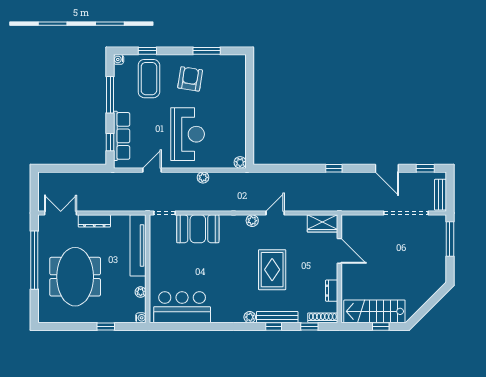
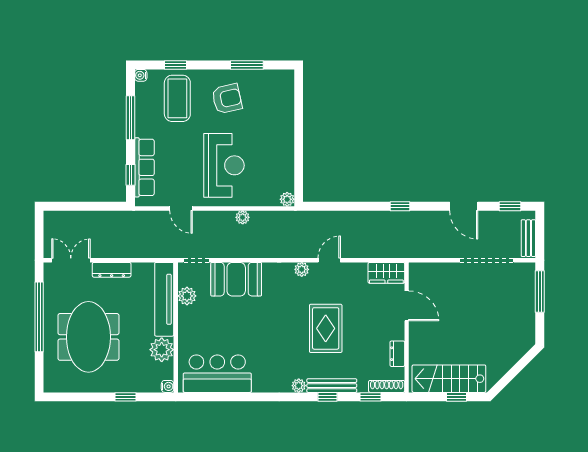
armchair: (190, 79) -> (227, 99), turned 68
door: (152, 170) -> (181, 209), swing flipped
plant: (157, 243) -> (187, 296), added
plant: (141, 292) -> (162, 350), width x1.87, depth x1.87

